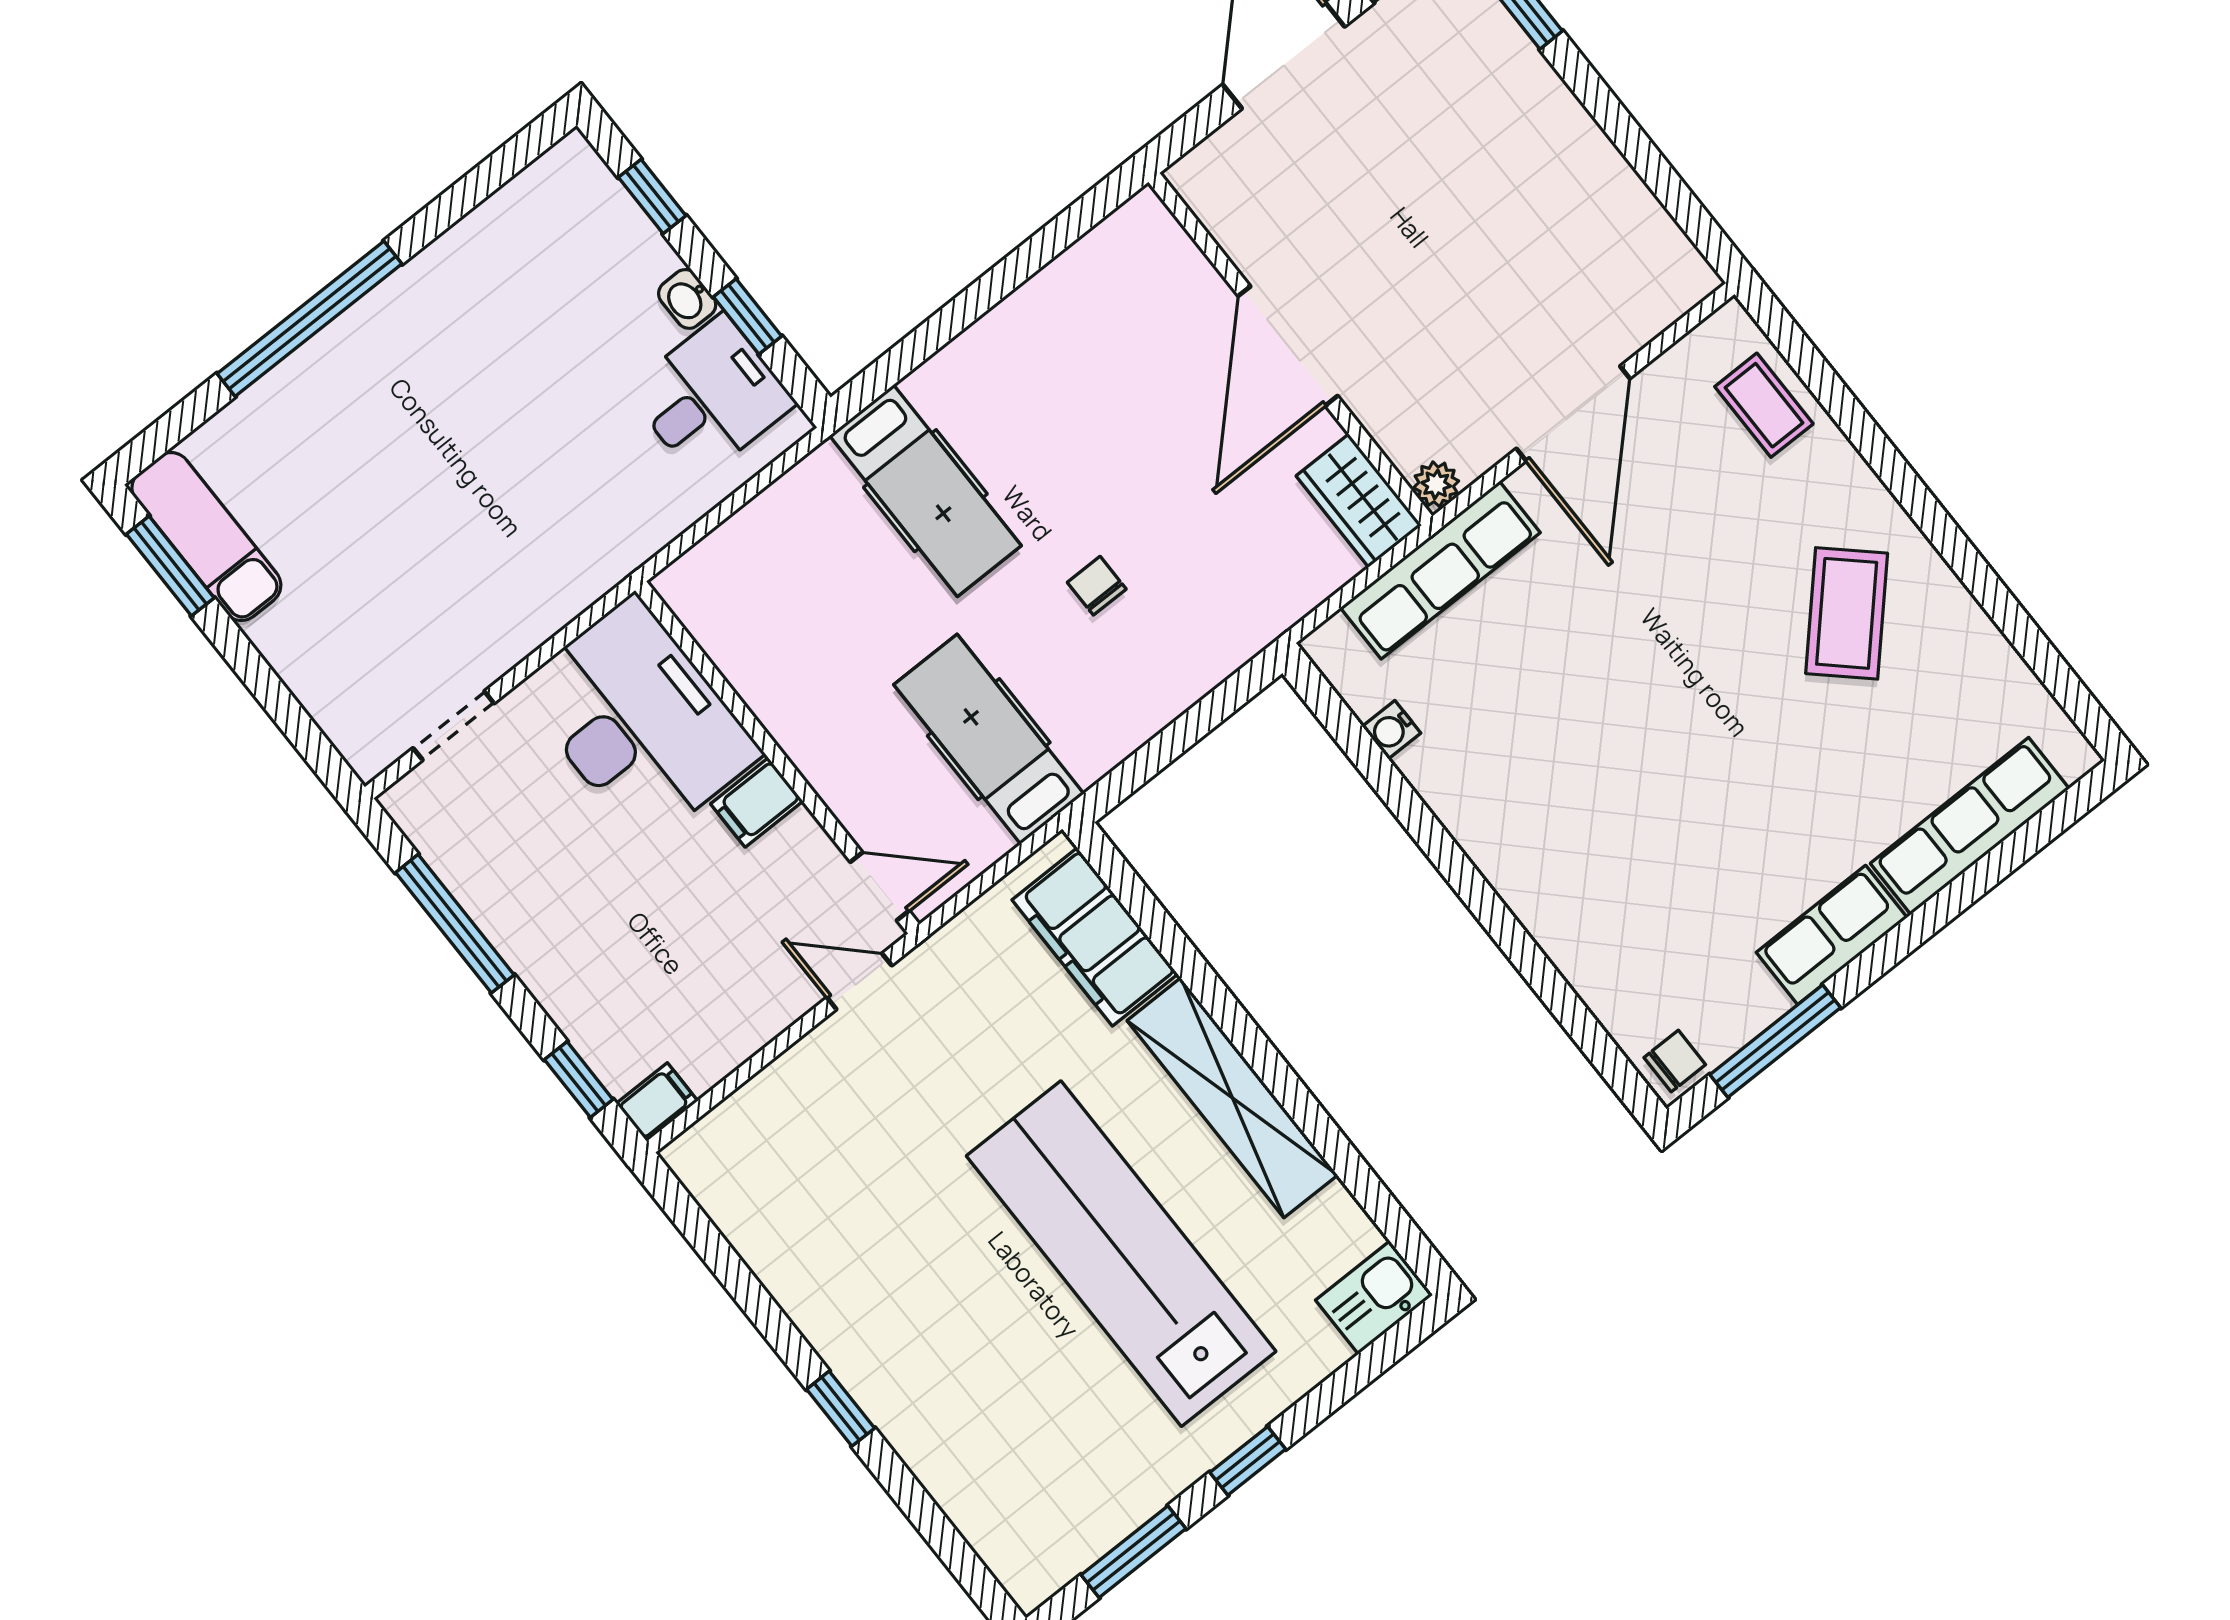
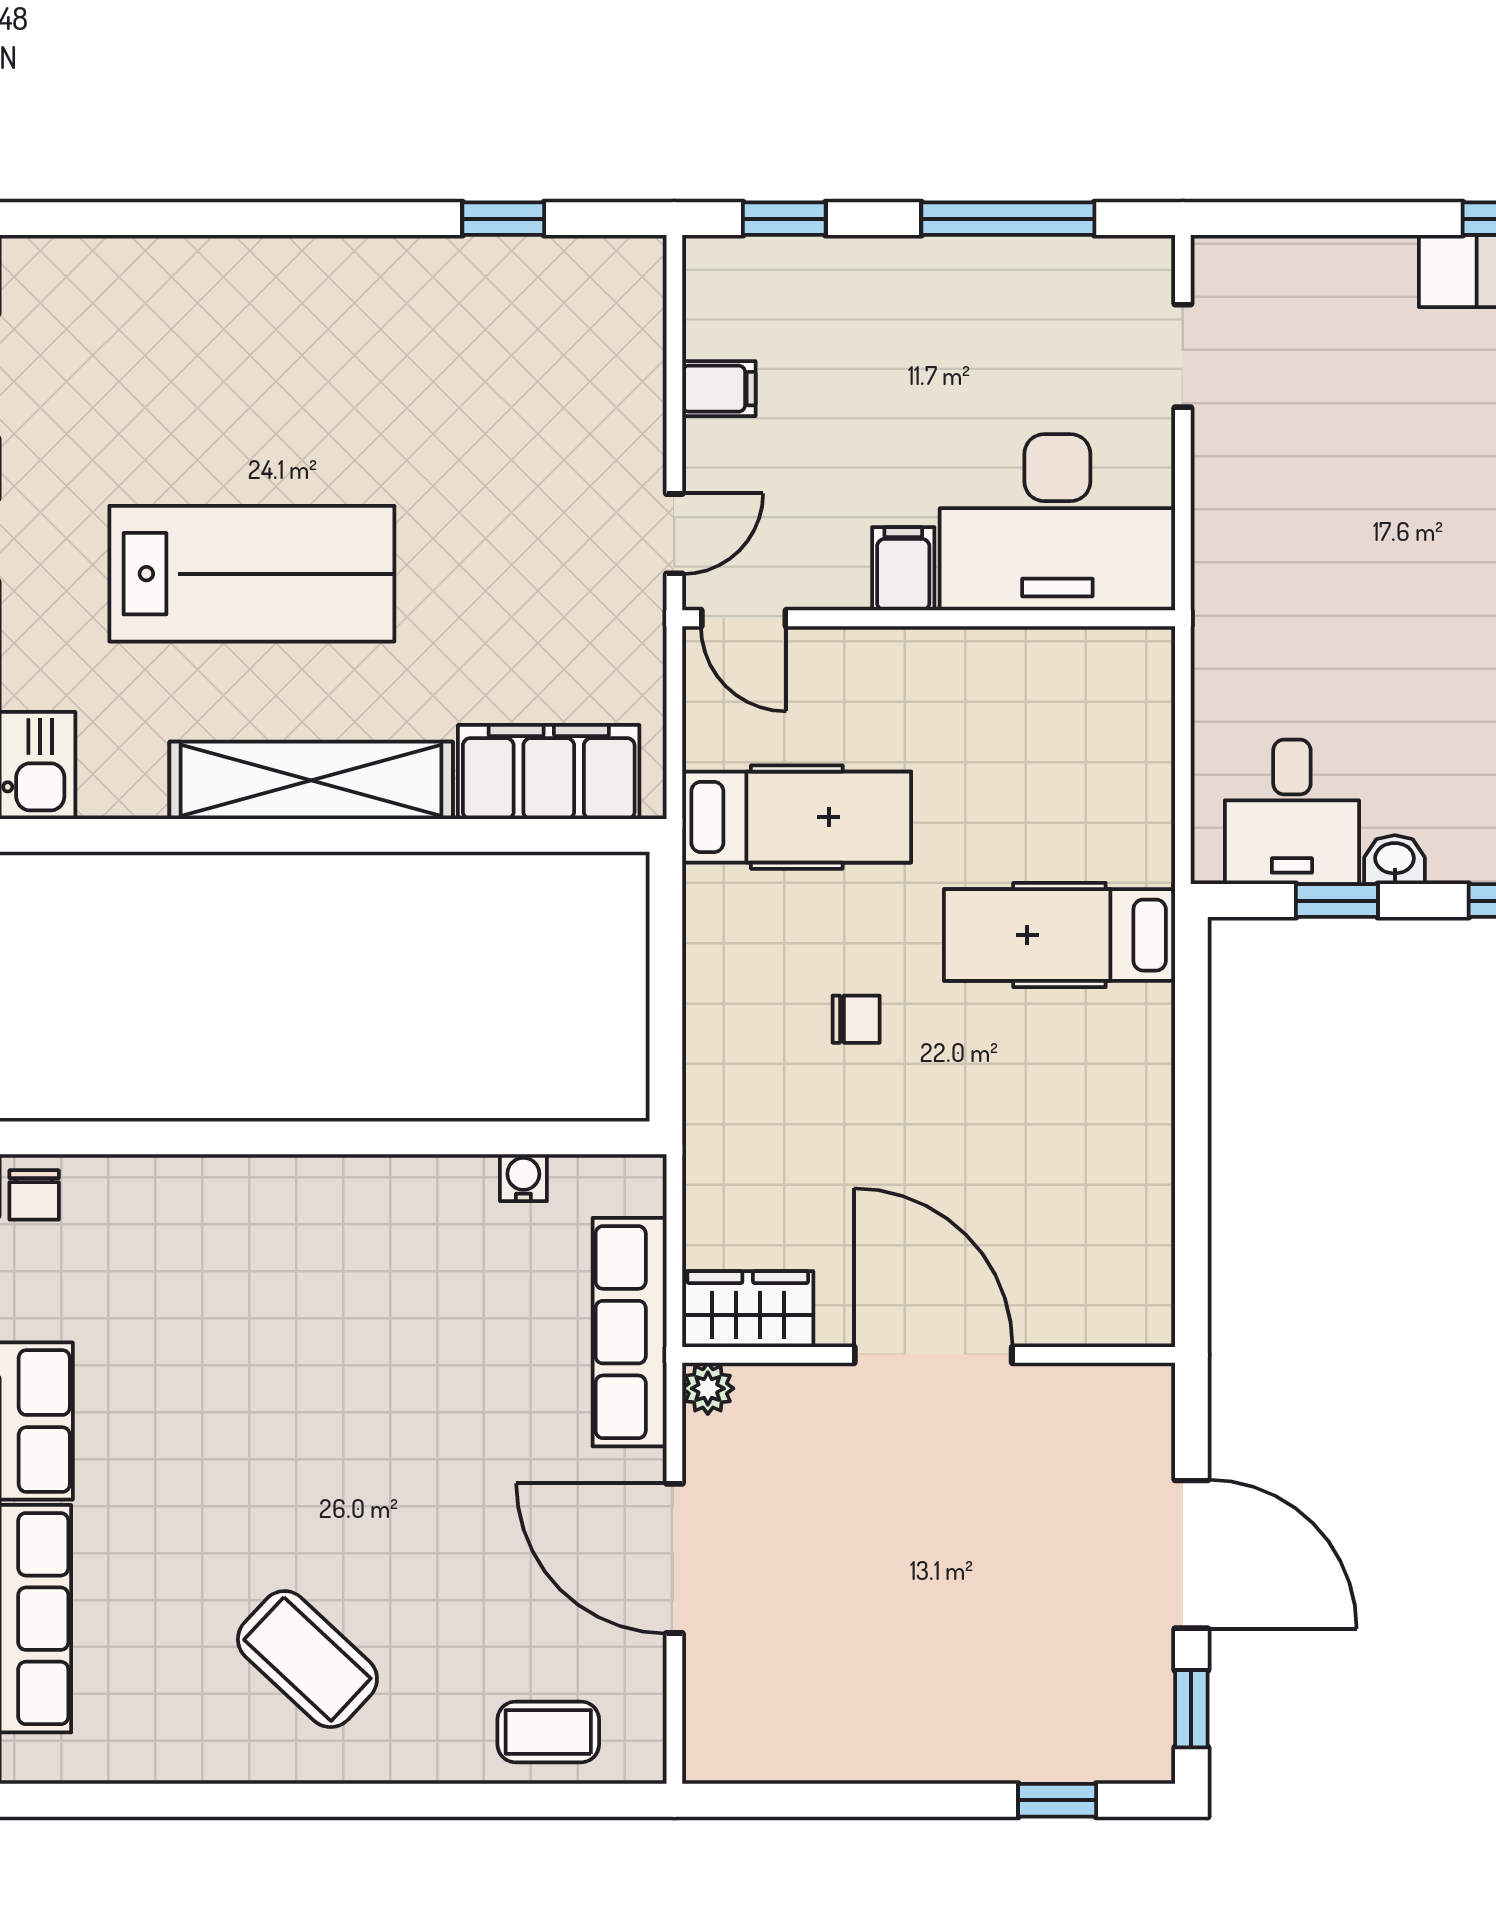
door: (880, 886) -> (744, 618), hinge flipped
filing cabinet: (657, 1102) -> (719, 389), moved, turned -90
lab bench: (1121, 1254) -> (252, 574), width x0.73
window: (841, 1409) -> (503, 219), moved

